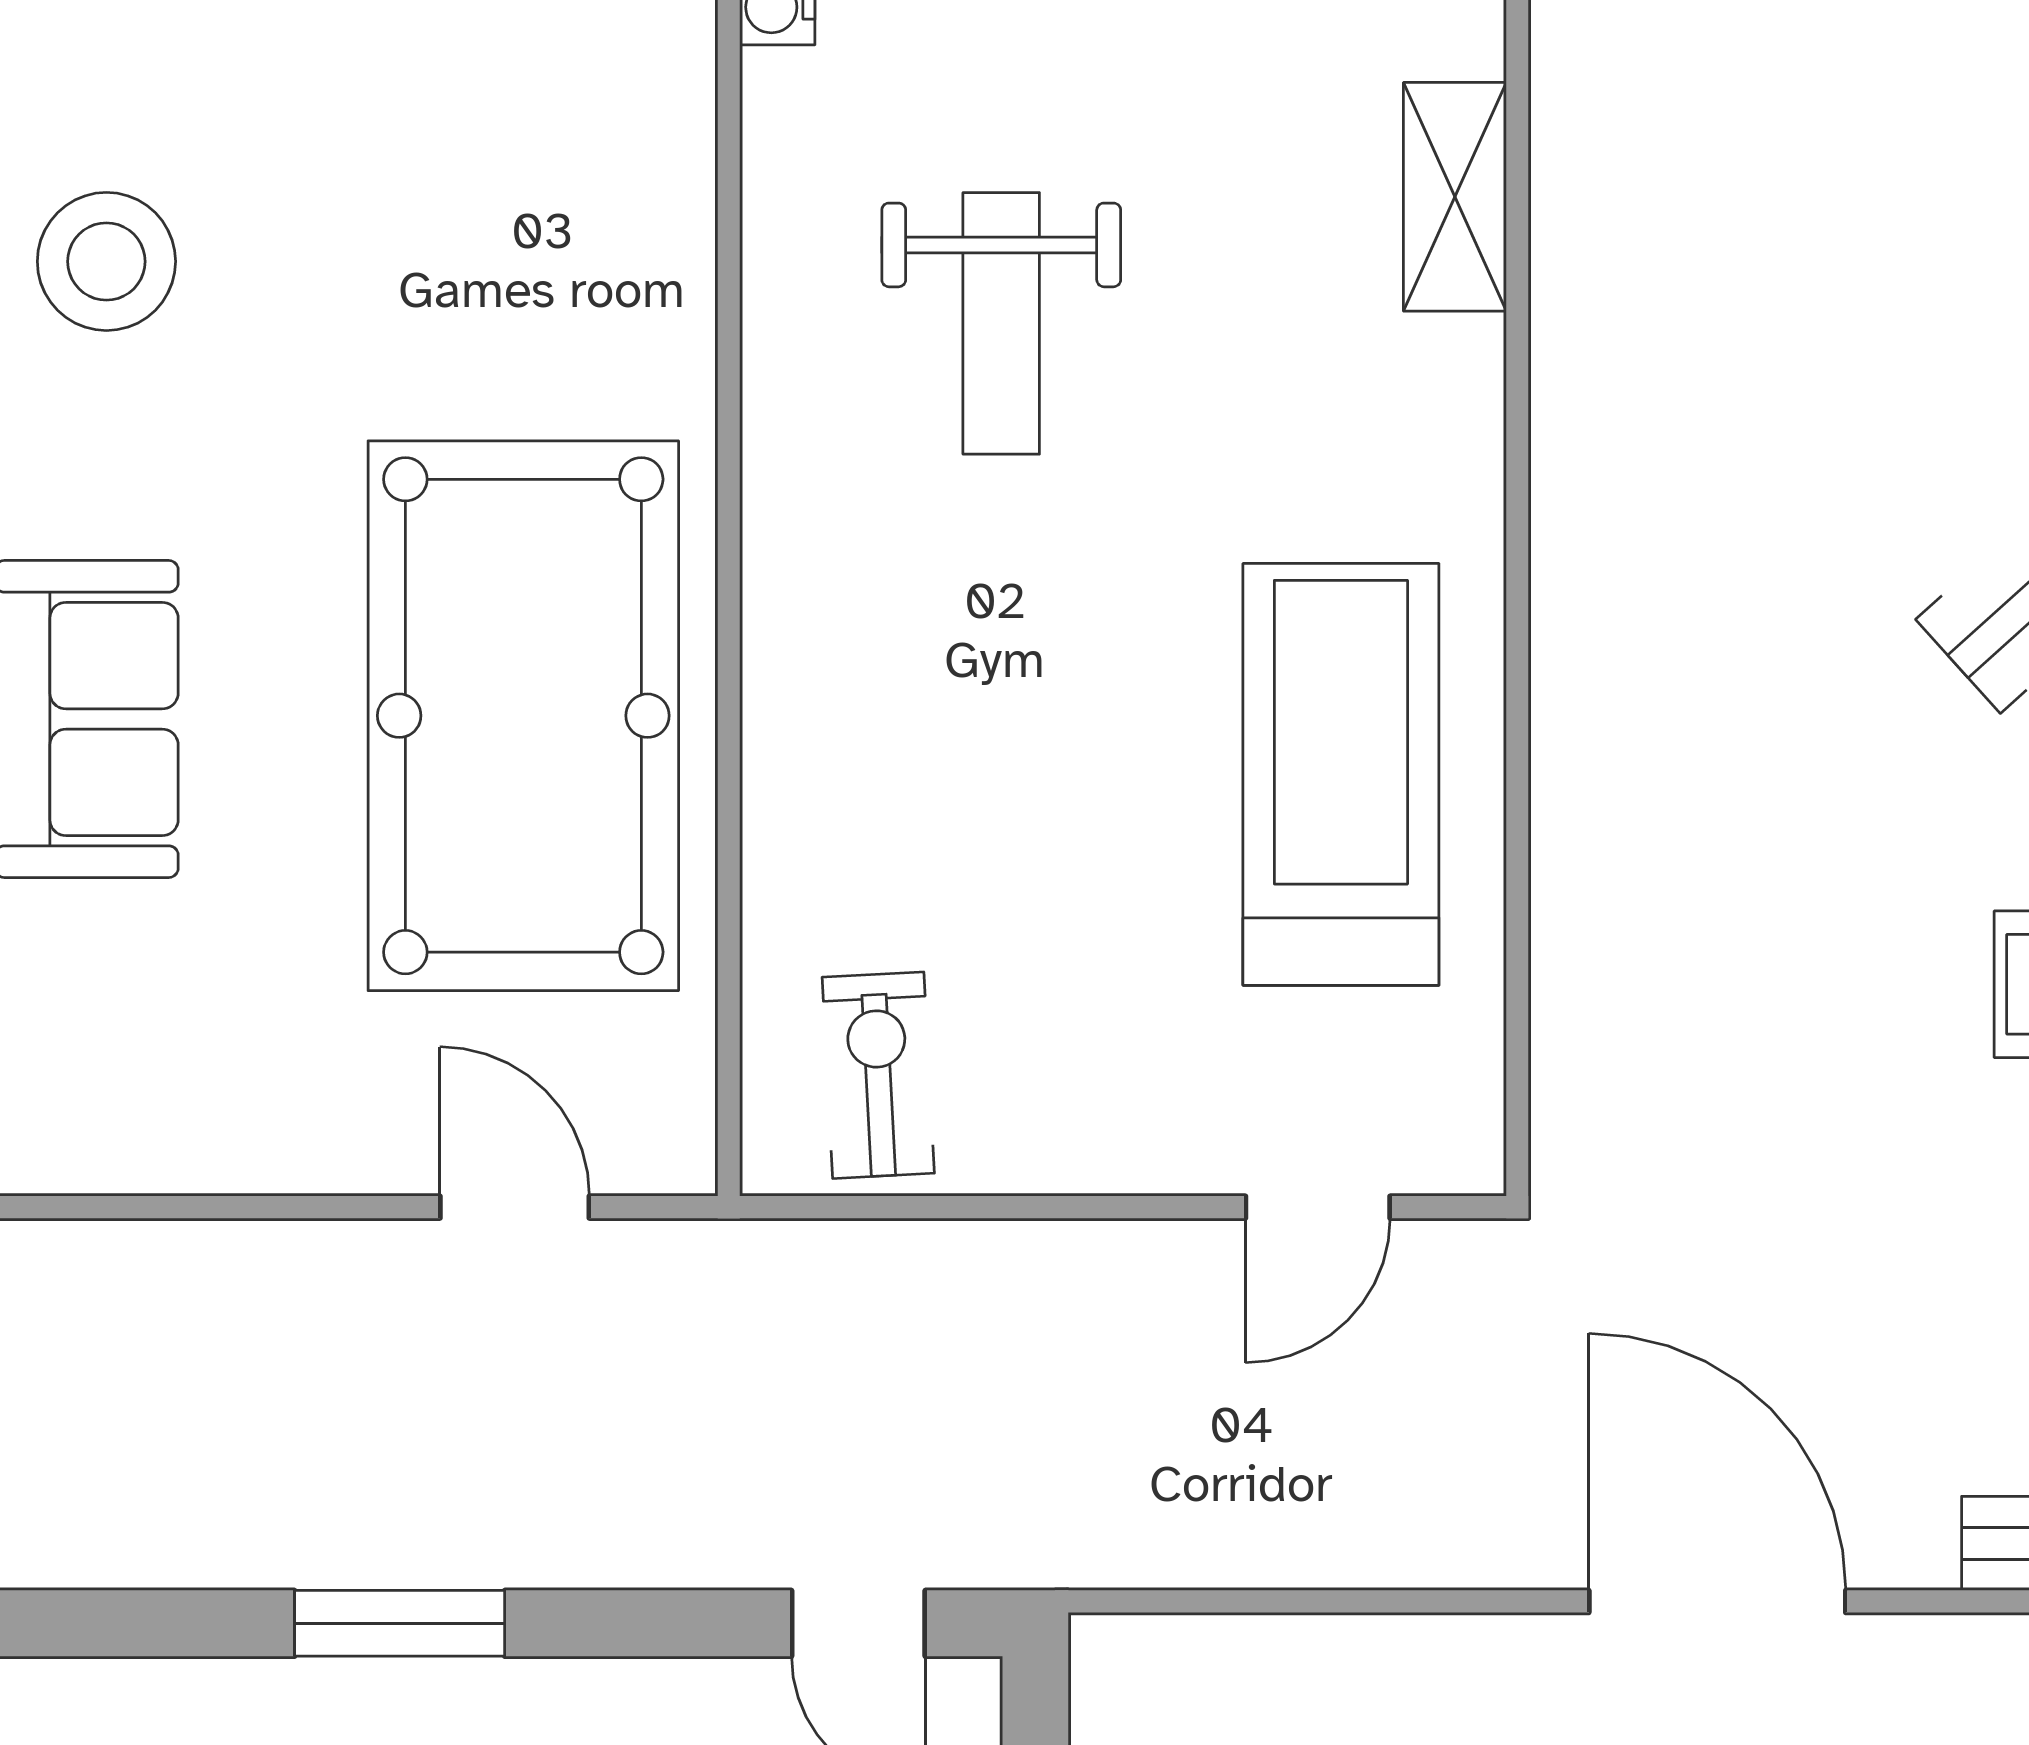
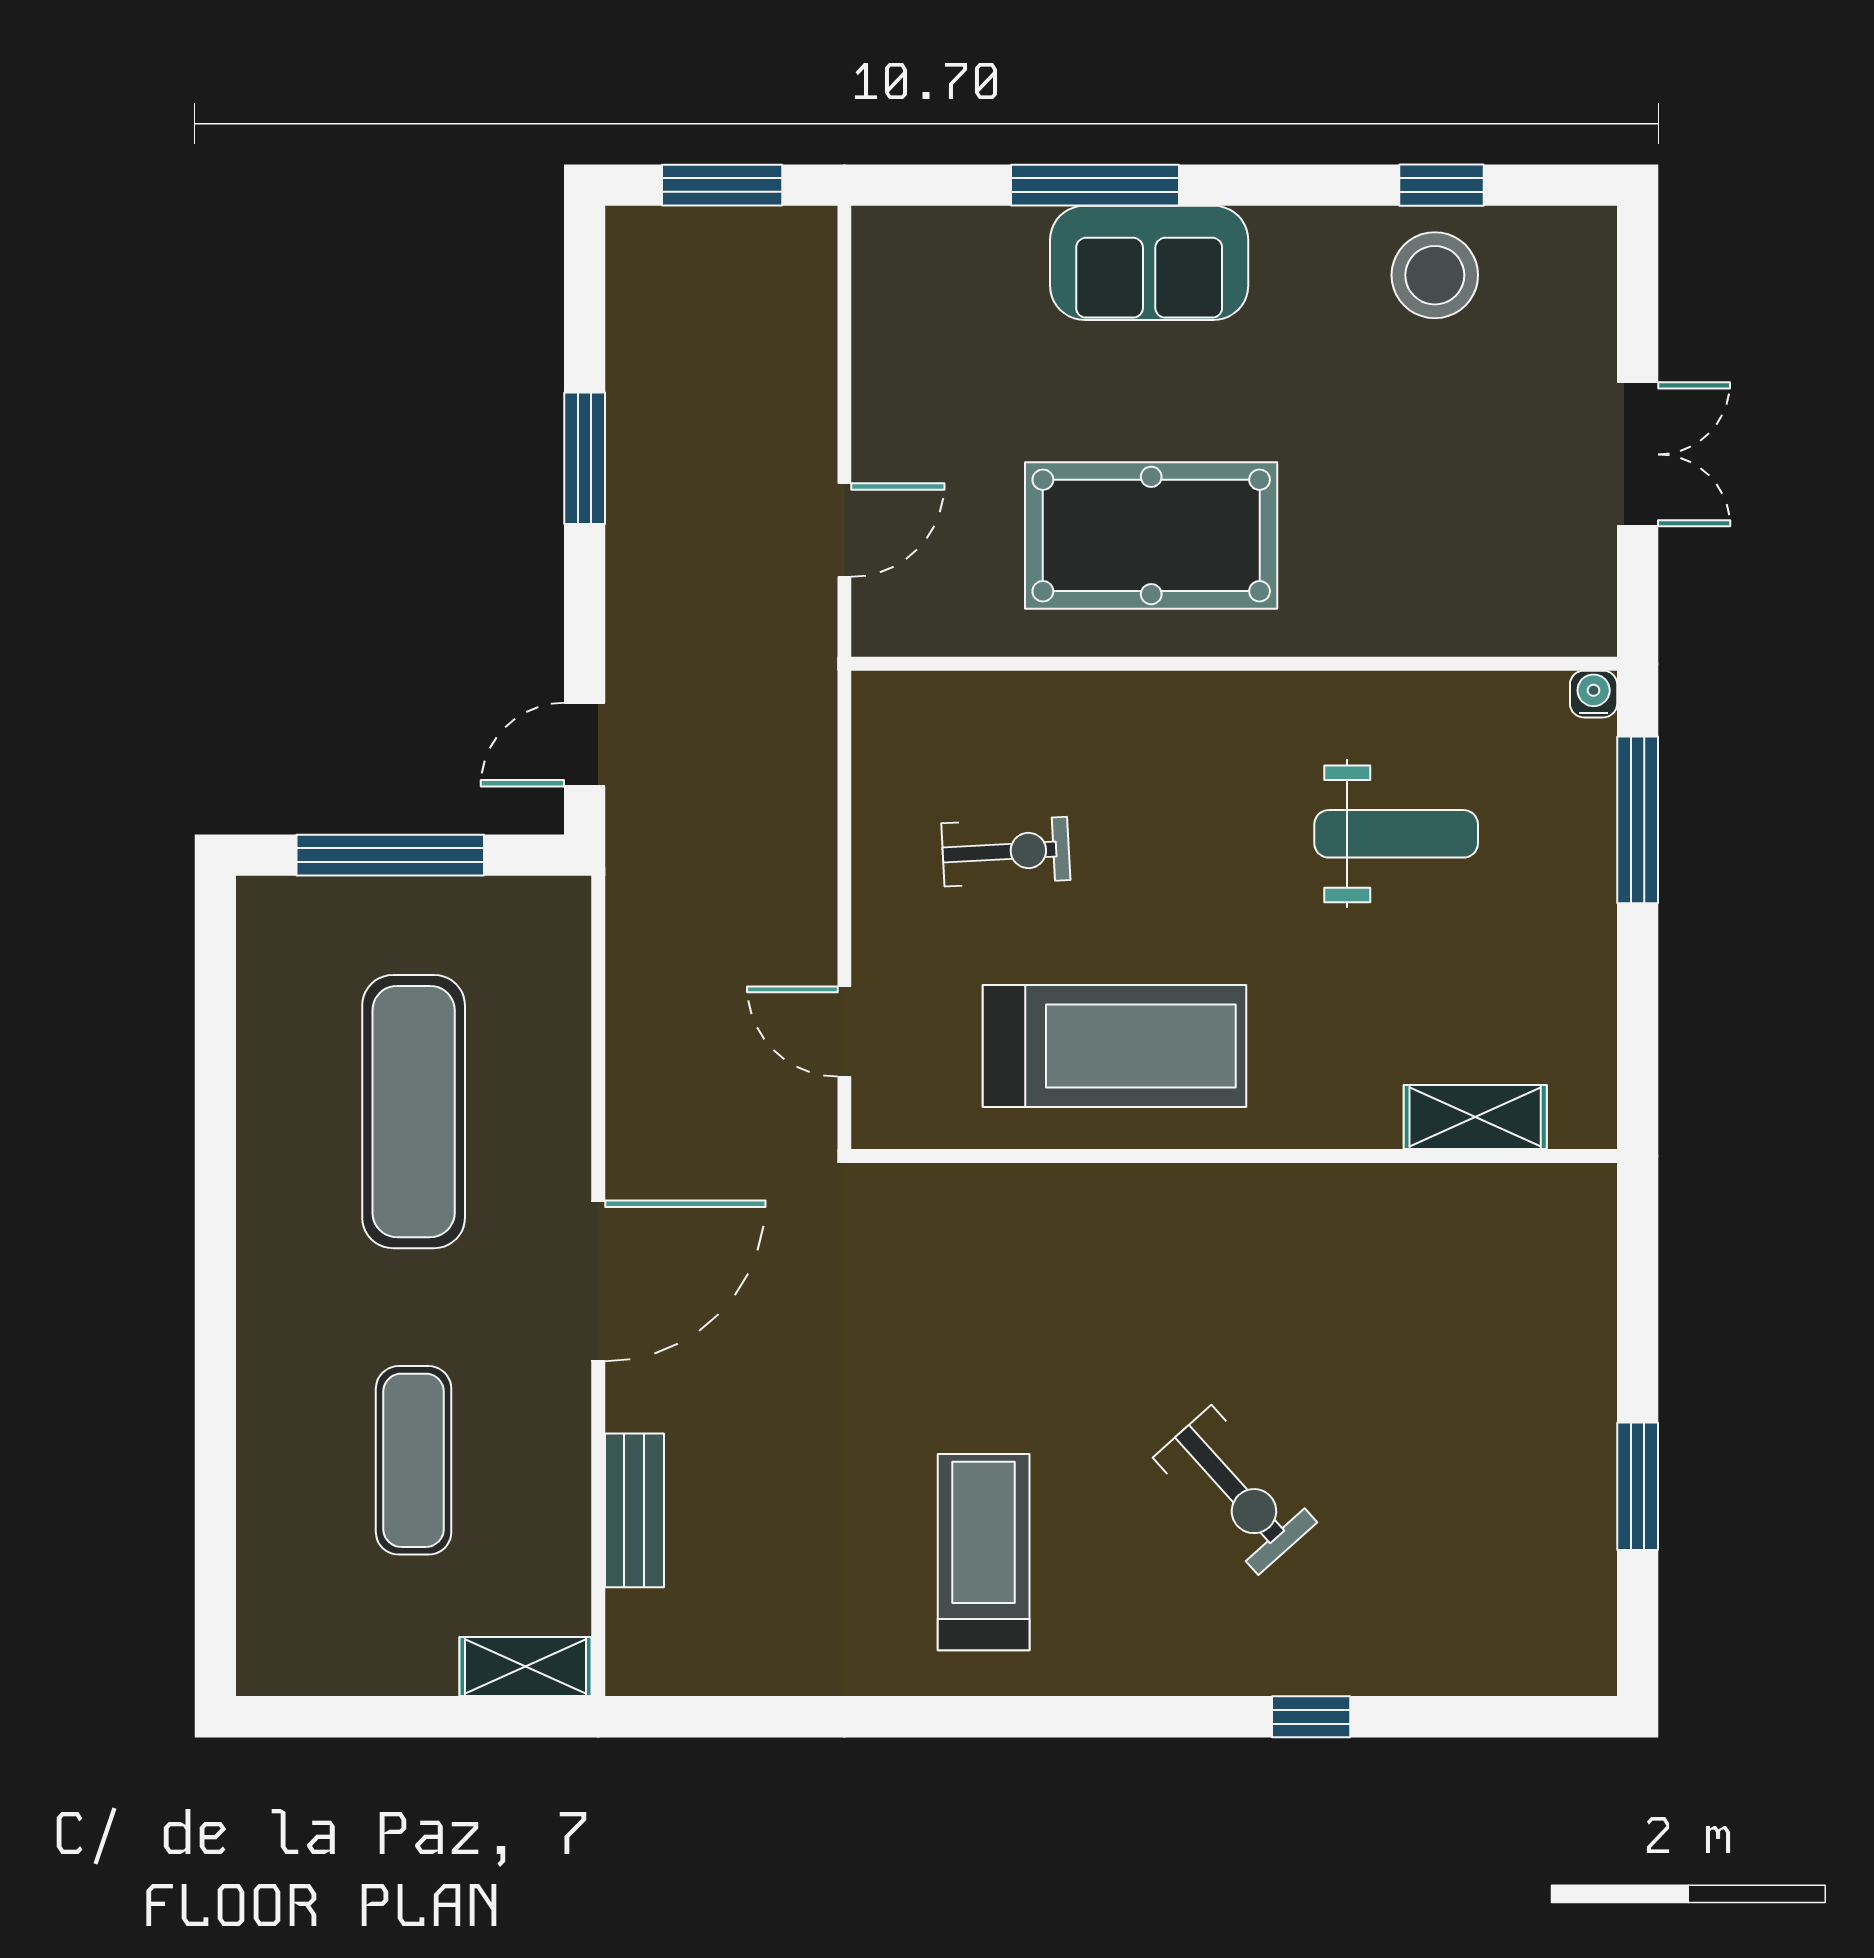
weight bench: (1001, 323) -> (1396, 834), turned 180
pool table: (523, 716) -> (1151, 535), width x0.73, depth x0.76
exercise bike: (878, 1075) -> (1006, 852), moved

